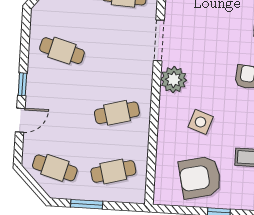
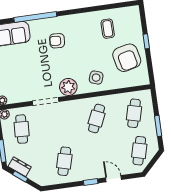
cafe table: (117, 113) -> (97, 119), turned 39
side table: (201, 122) -> (96, 78), moved
cafe table: (113, 171) -> (134, 113), turned 30

